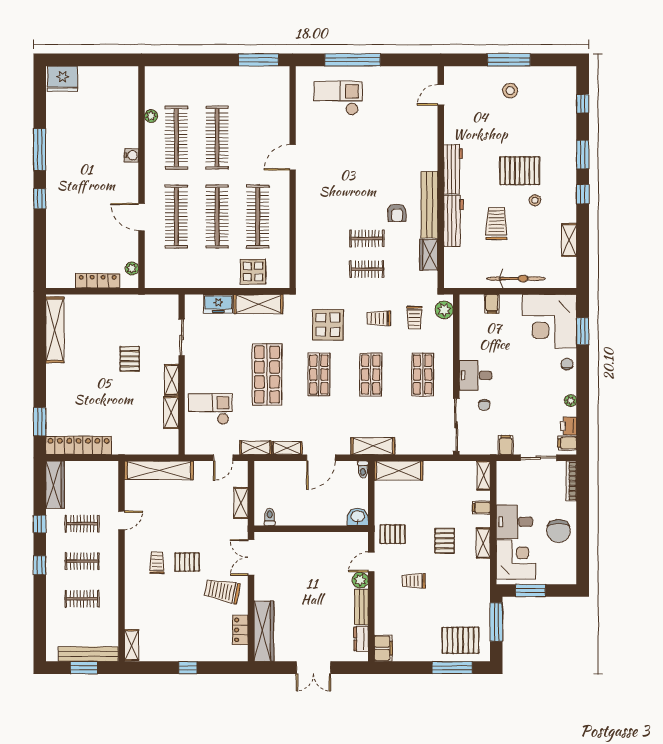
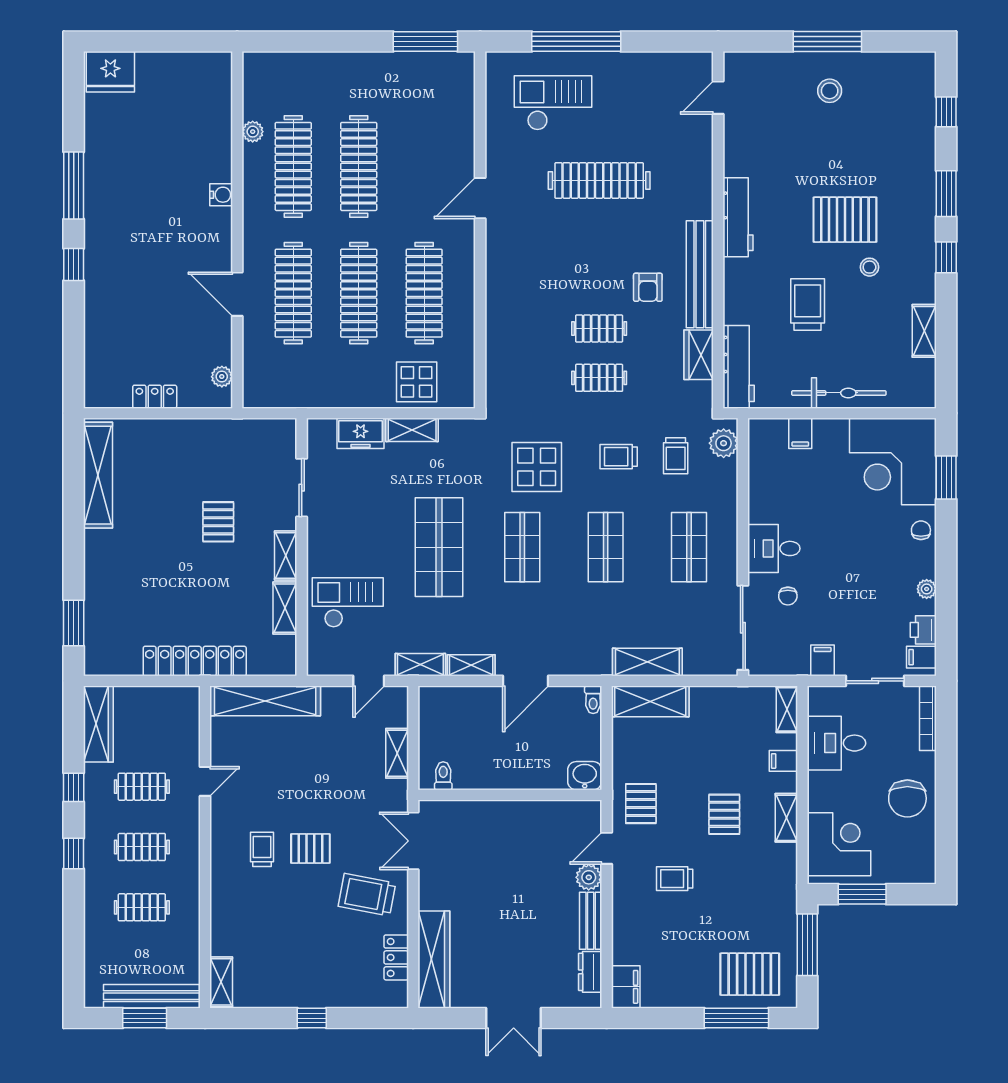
clothes rail: (367, 146) -> (599, 180), added
workbench: (454, 221) -> (739, 367), moved
locker: (98, 281) -> (155, 397), width x0.66
shelving: (258, 304) -> (412, 430), width x0.67, depth x0.75
locker: (79, 445) -> (195, 661), moved
shelving: (373, 446) -> (647, 662), moved
desk: (514, 522) -> (836, 743), moved
pallet: (393, 534) -> (641, 804), turned 90

